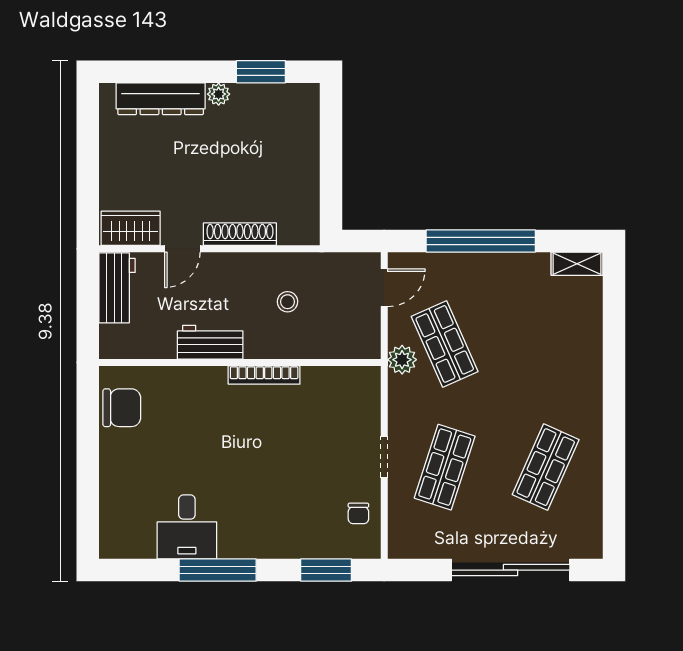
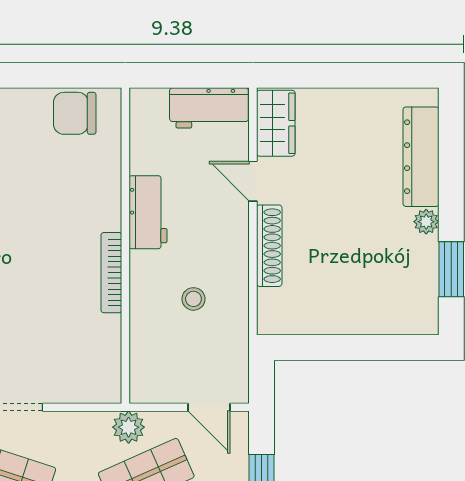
chair: (122, 408) -> (75, 113), turned 90

